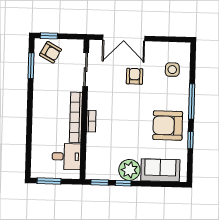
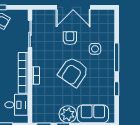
double door: (124, 38) -> (73, 7), moved
side table: (172, 70) -> (95, 49), moved
armchair: (168, 125) -> (73, 72), moved, turned -56

